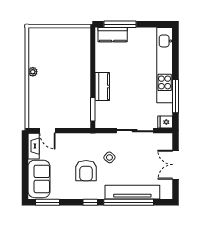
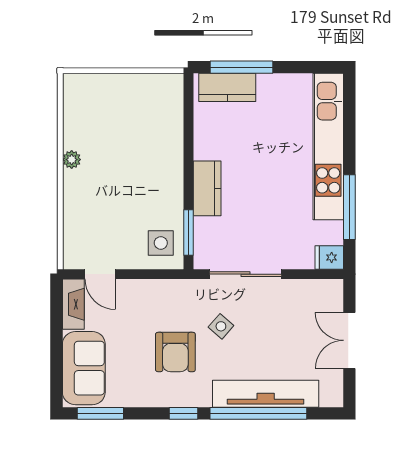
side table: (79, 115) -> (161, 243), added
sliding door: (135, 131) -> (246, 274), moved

